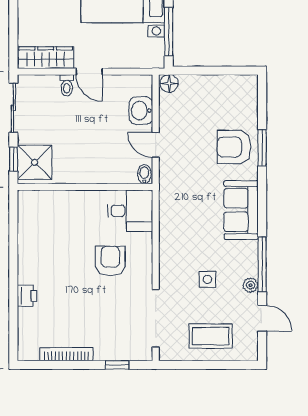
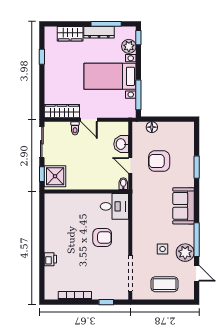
floor lamp: (169, 83) -> (152, 127), moved
armchair: (234, 147) -> (159, 161), moved
armchair: (110, 261) -> (102, 237), turned 90
plant: (250, 285) -> (185, 253), width x1.88, depth x1.88

